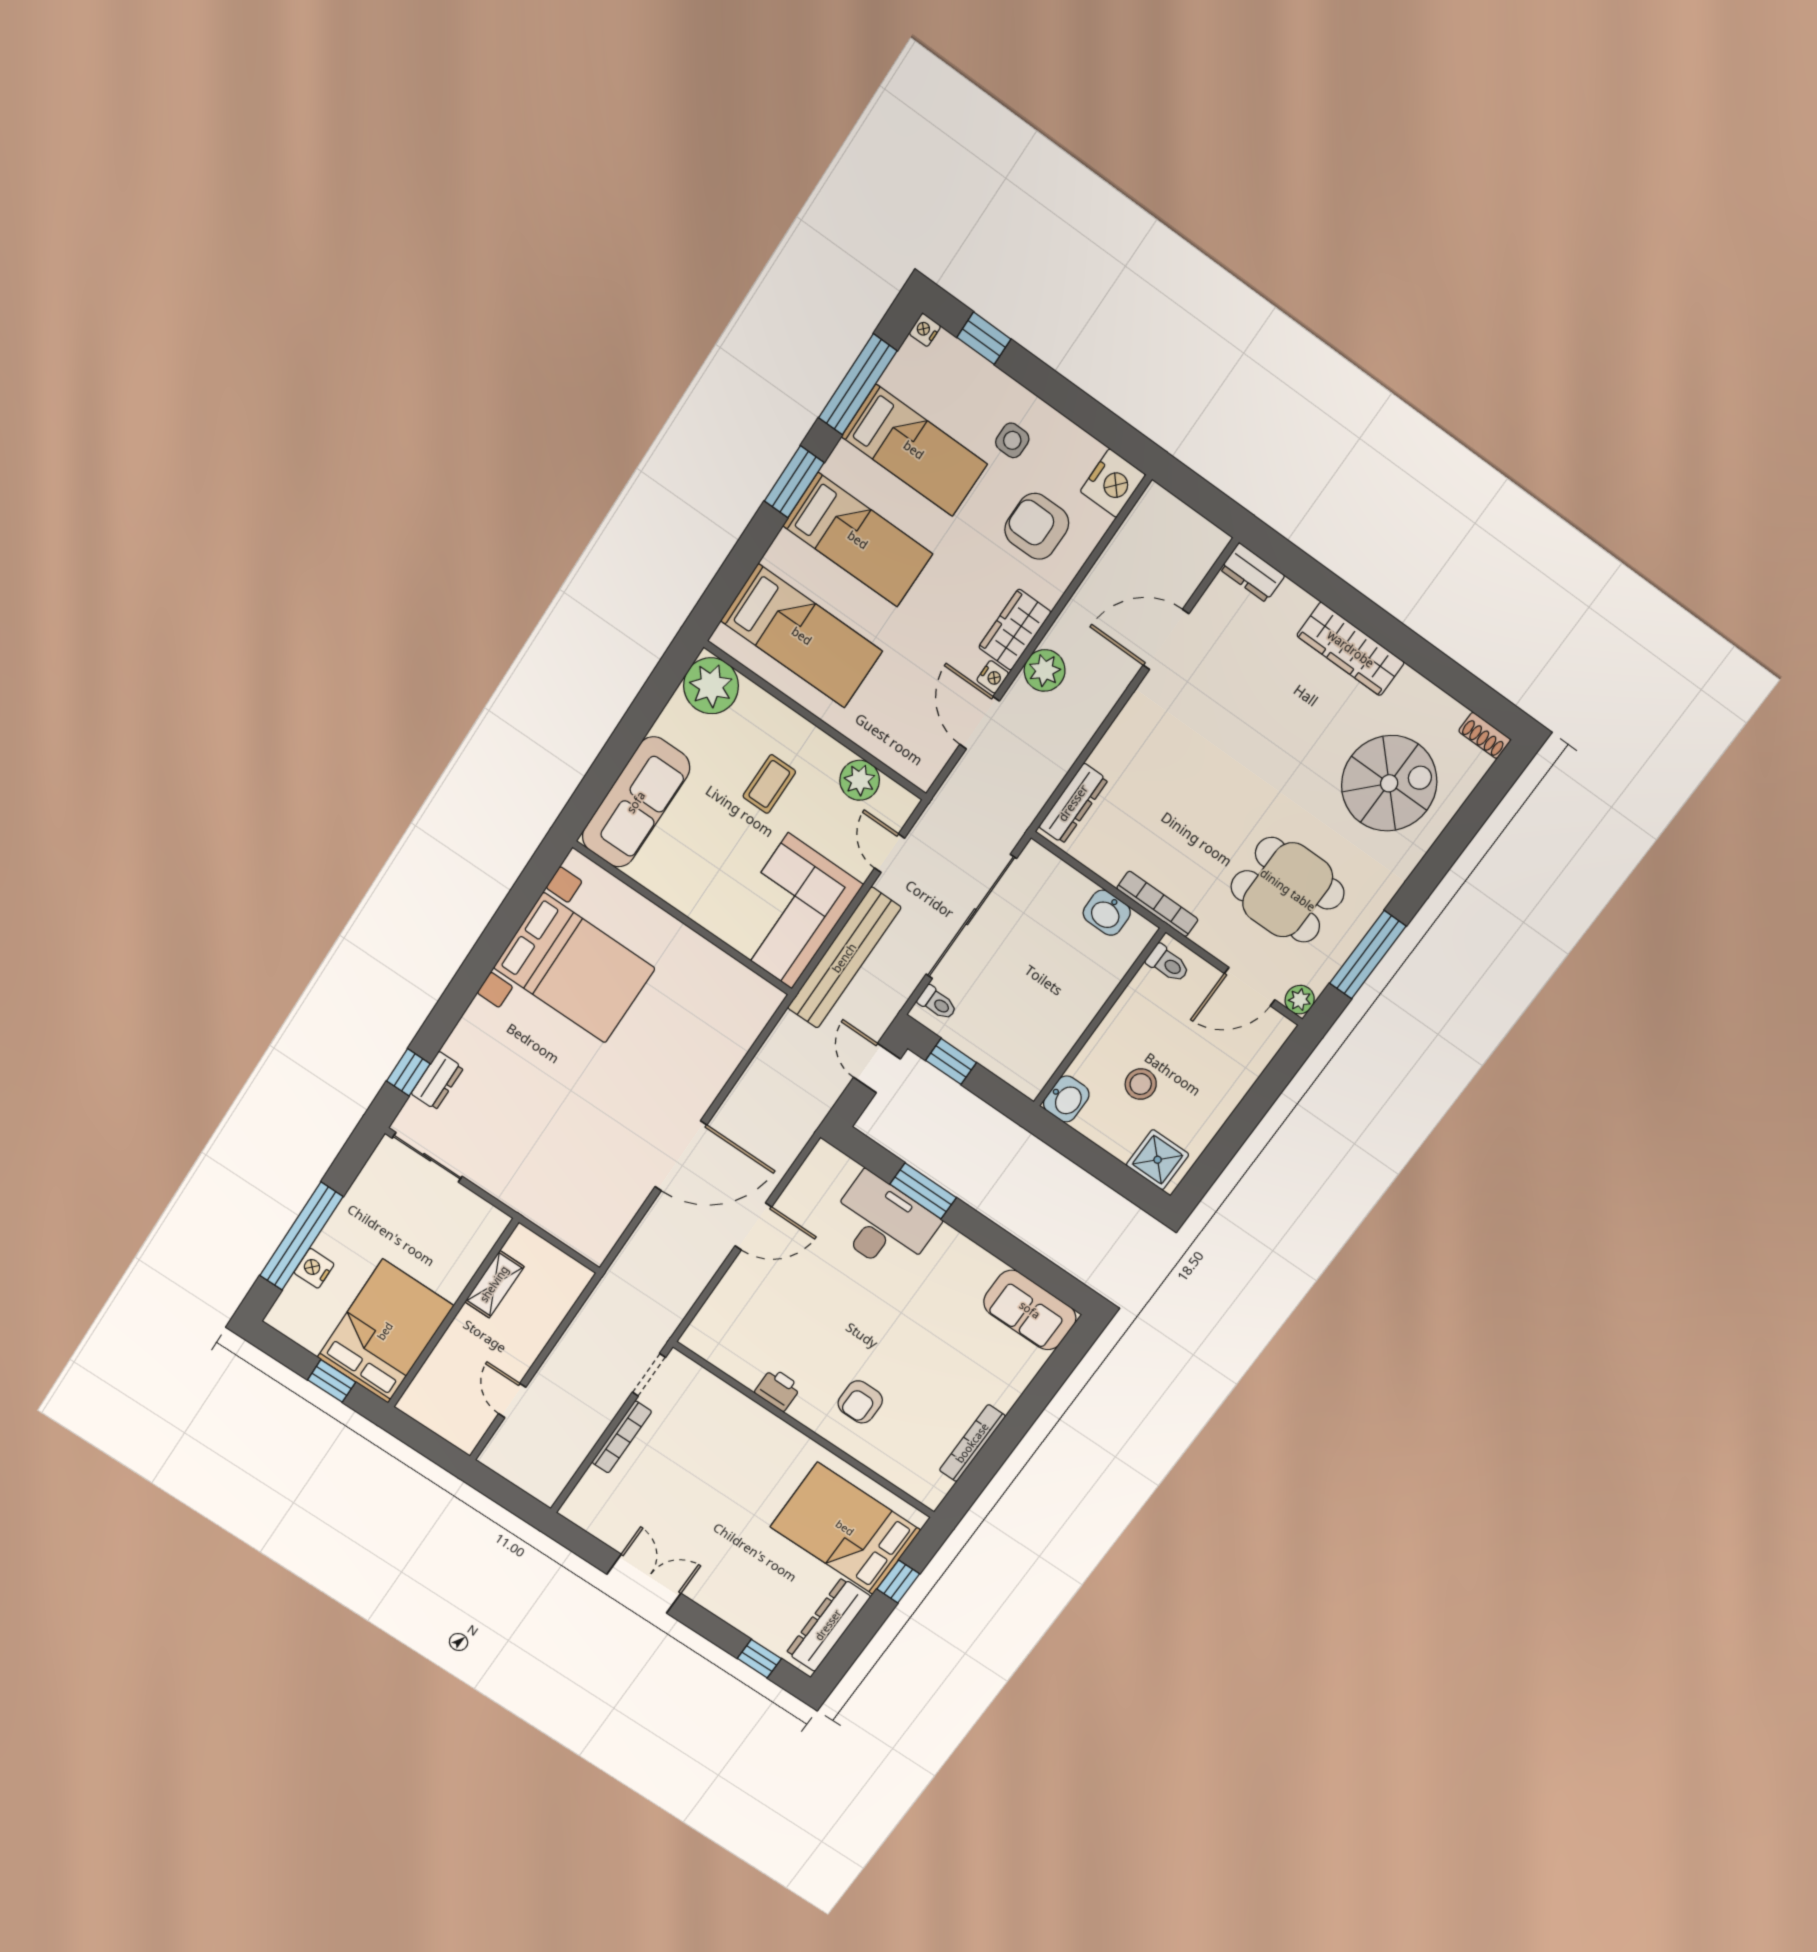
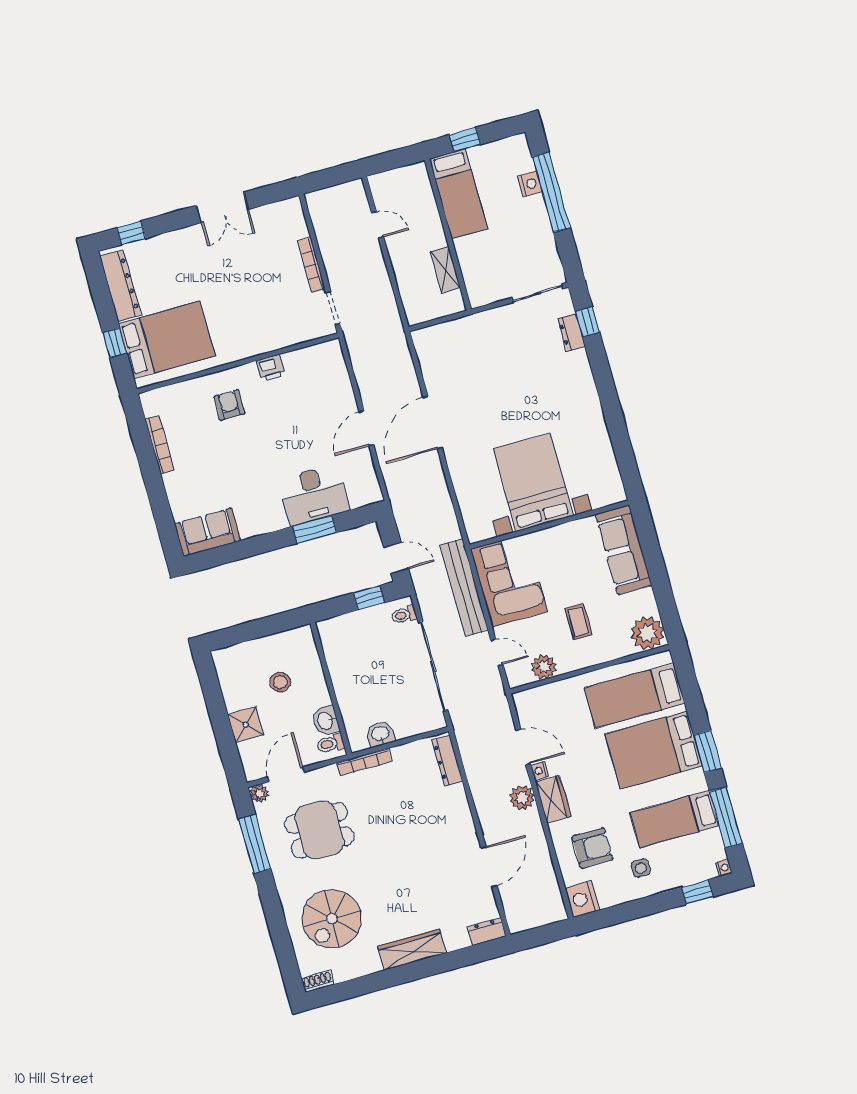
bed: (858, 540) -> (654, 750), width x1.50
bed with nightstands: (574, 968) -> (533, 482), moved, turned 90
washbasin: (1066, 1099) -> (326, 721), moved
shower: (1158, 1160) -> (246, 725), moved
bed: (385, 1331) -> (458, 194), width x0.67

